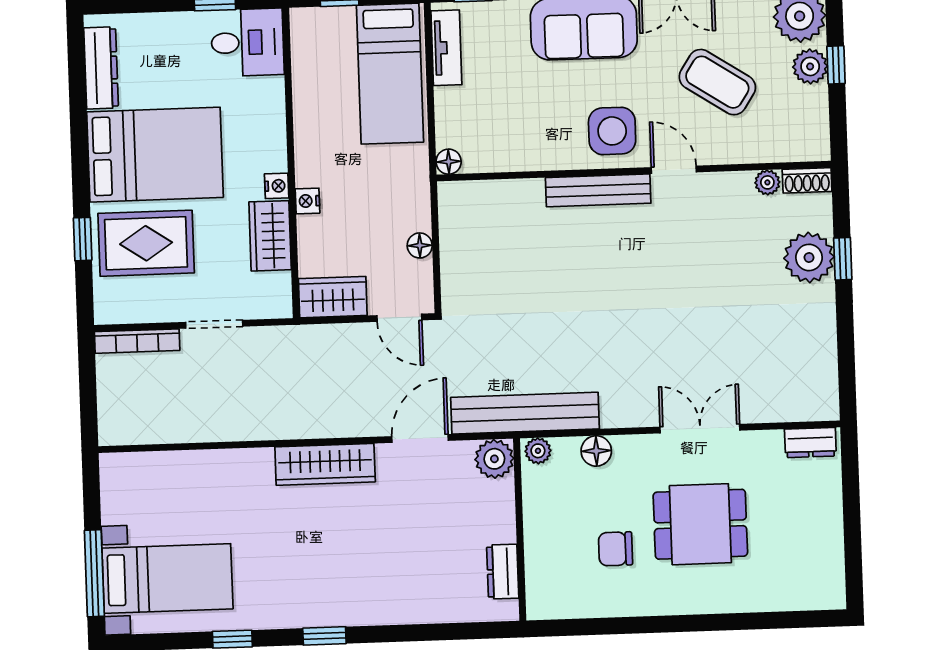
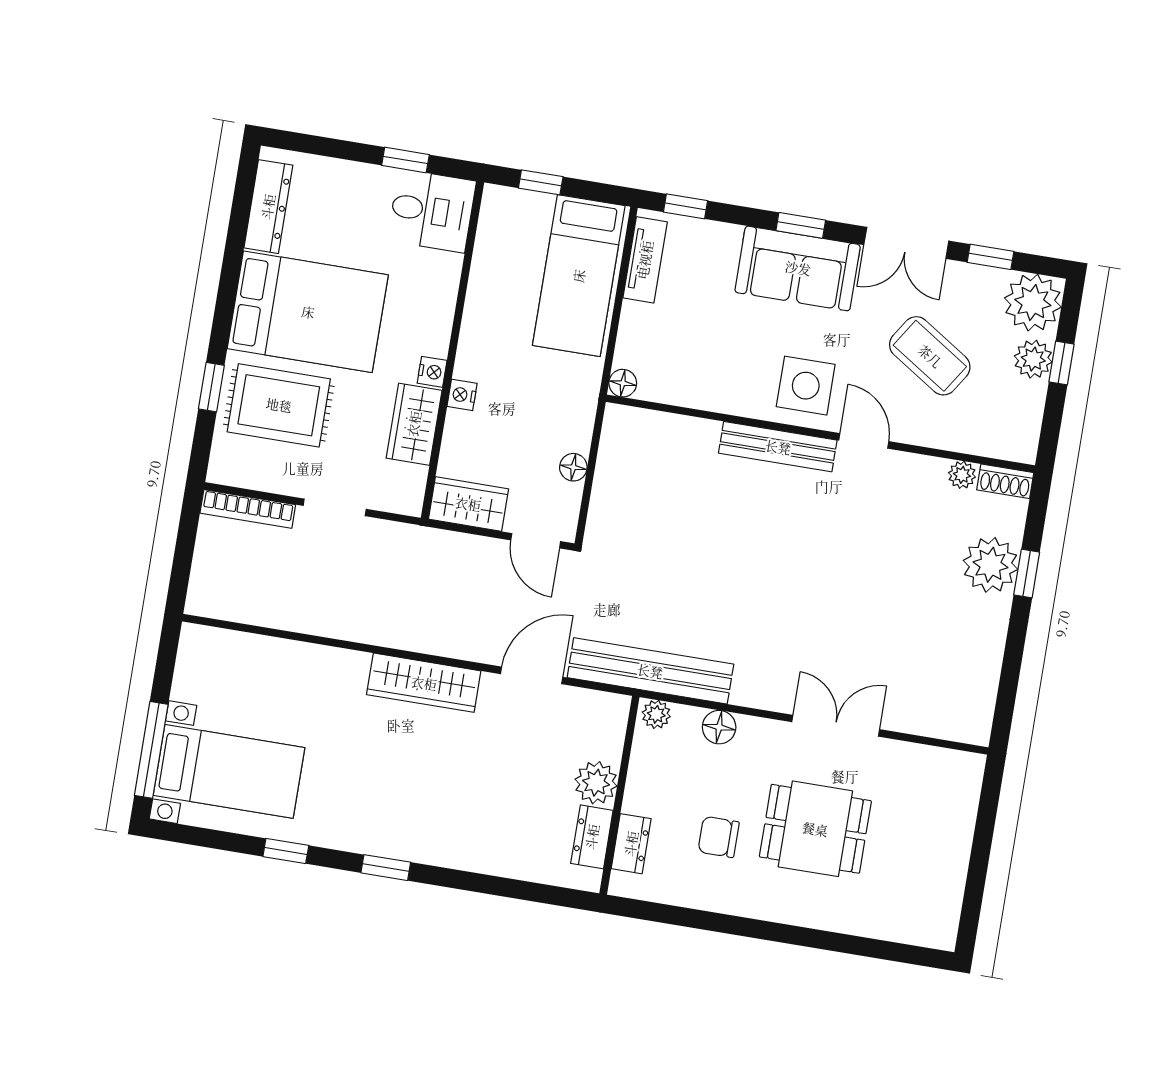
dresser: (810, 443) -> (631, 844), moved, turned -90
plant: (494, 459) -> (596, 783), moved

